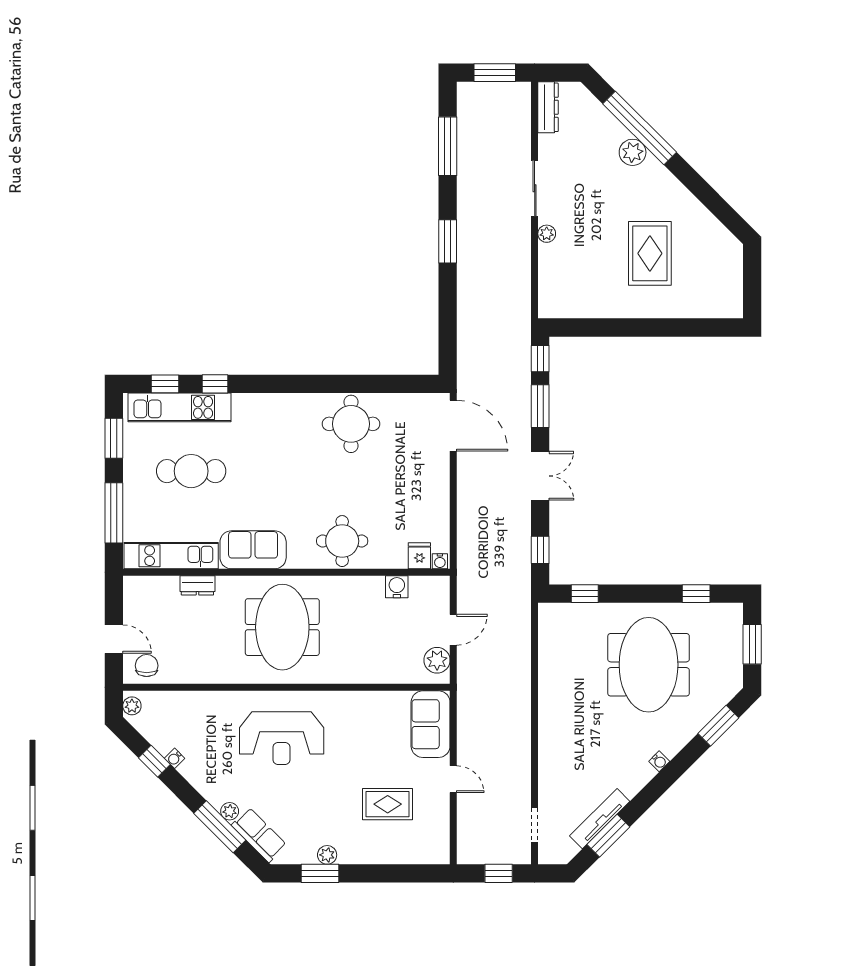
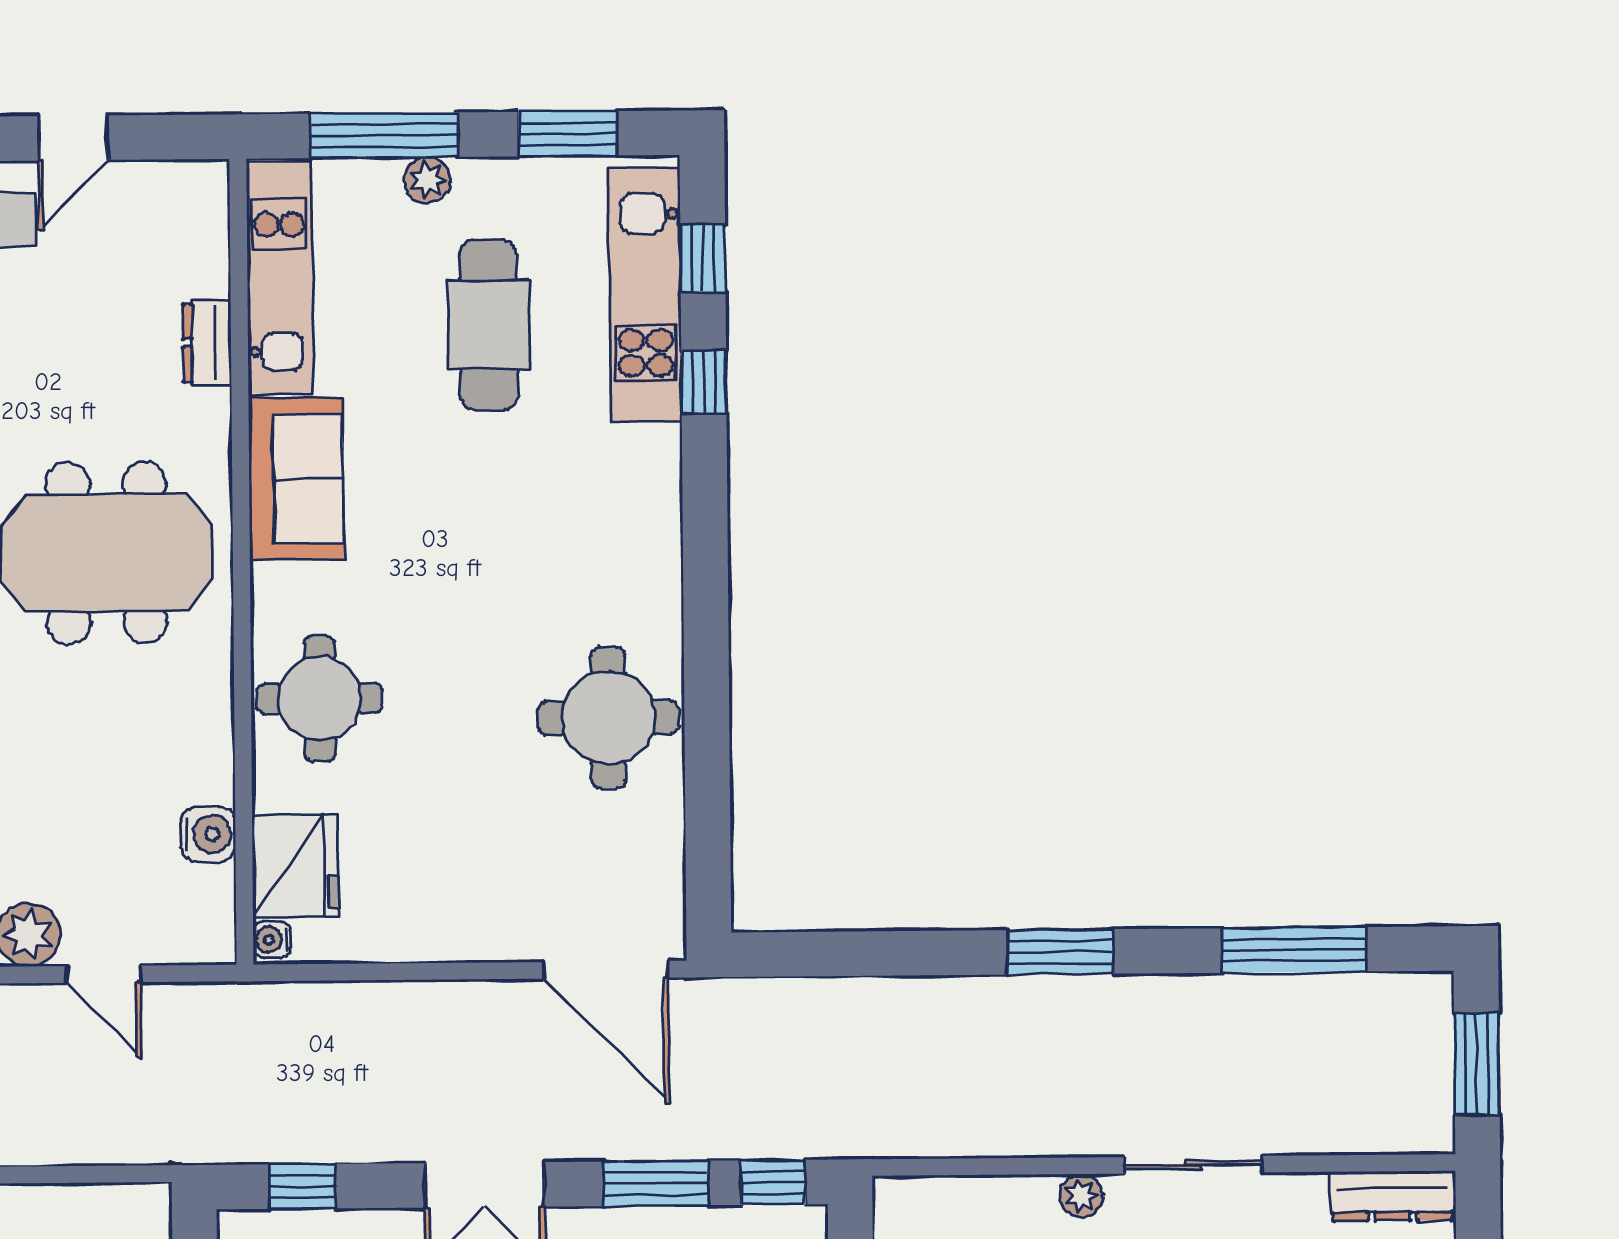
door: (453, 426) -> (606, 970), hinge flipped
plant: (132, 495) -> (427, 180), added
fridge: (419, 556) -> (296, 865), width x1.88, depth x1.34

